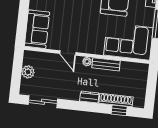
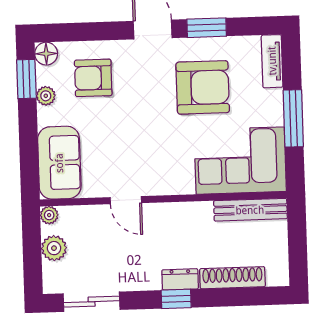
plant: (87, 62) -> (49, 215), moved
bench: (106, 64) -> (250, 210), moved, width x1.36
window: (119, 110) -> (176, 299), moved

